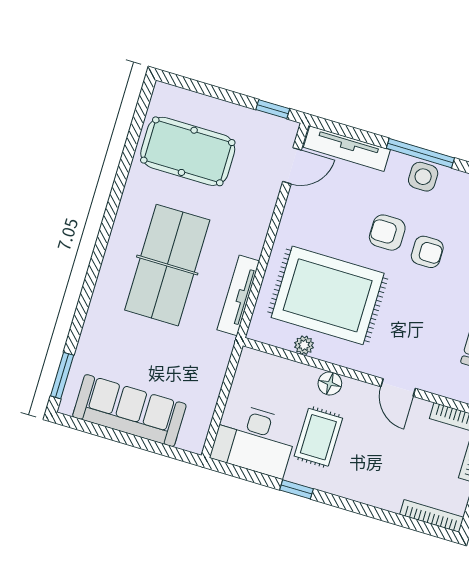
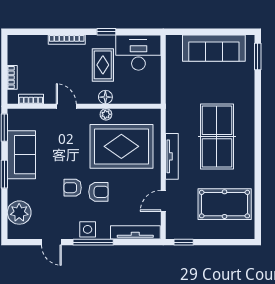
door: (292, 166) -> (163, 201), moved
tv unit: (238, 295) -> (172, 156), moved
plant: (304, 345) -> (106, 114), moved
bookcase: (432, 516) -> (67, 40), moved

